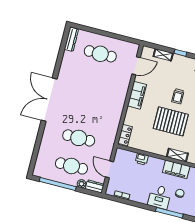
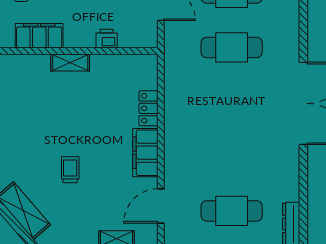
pallet: (171, 121) -> (71, 121), removed
locker: (125, 135) -> (148, 108), moved
shelving: (177, 155) -> (70, 62), moved

